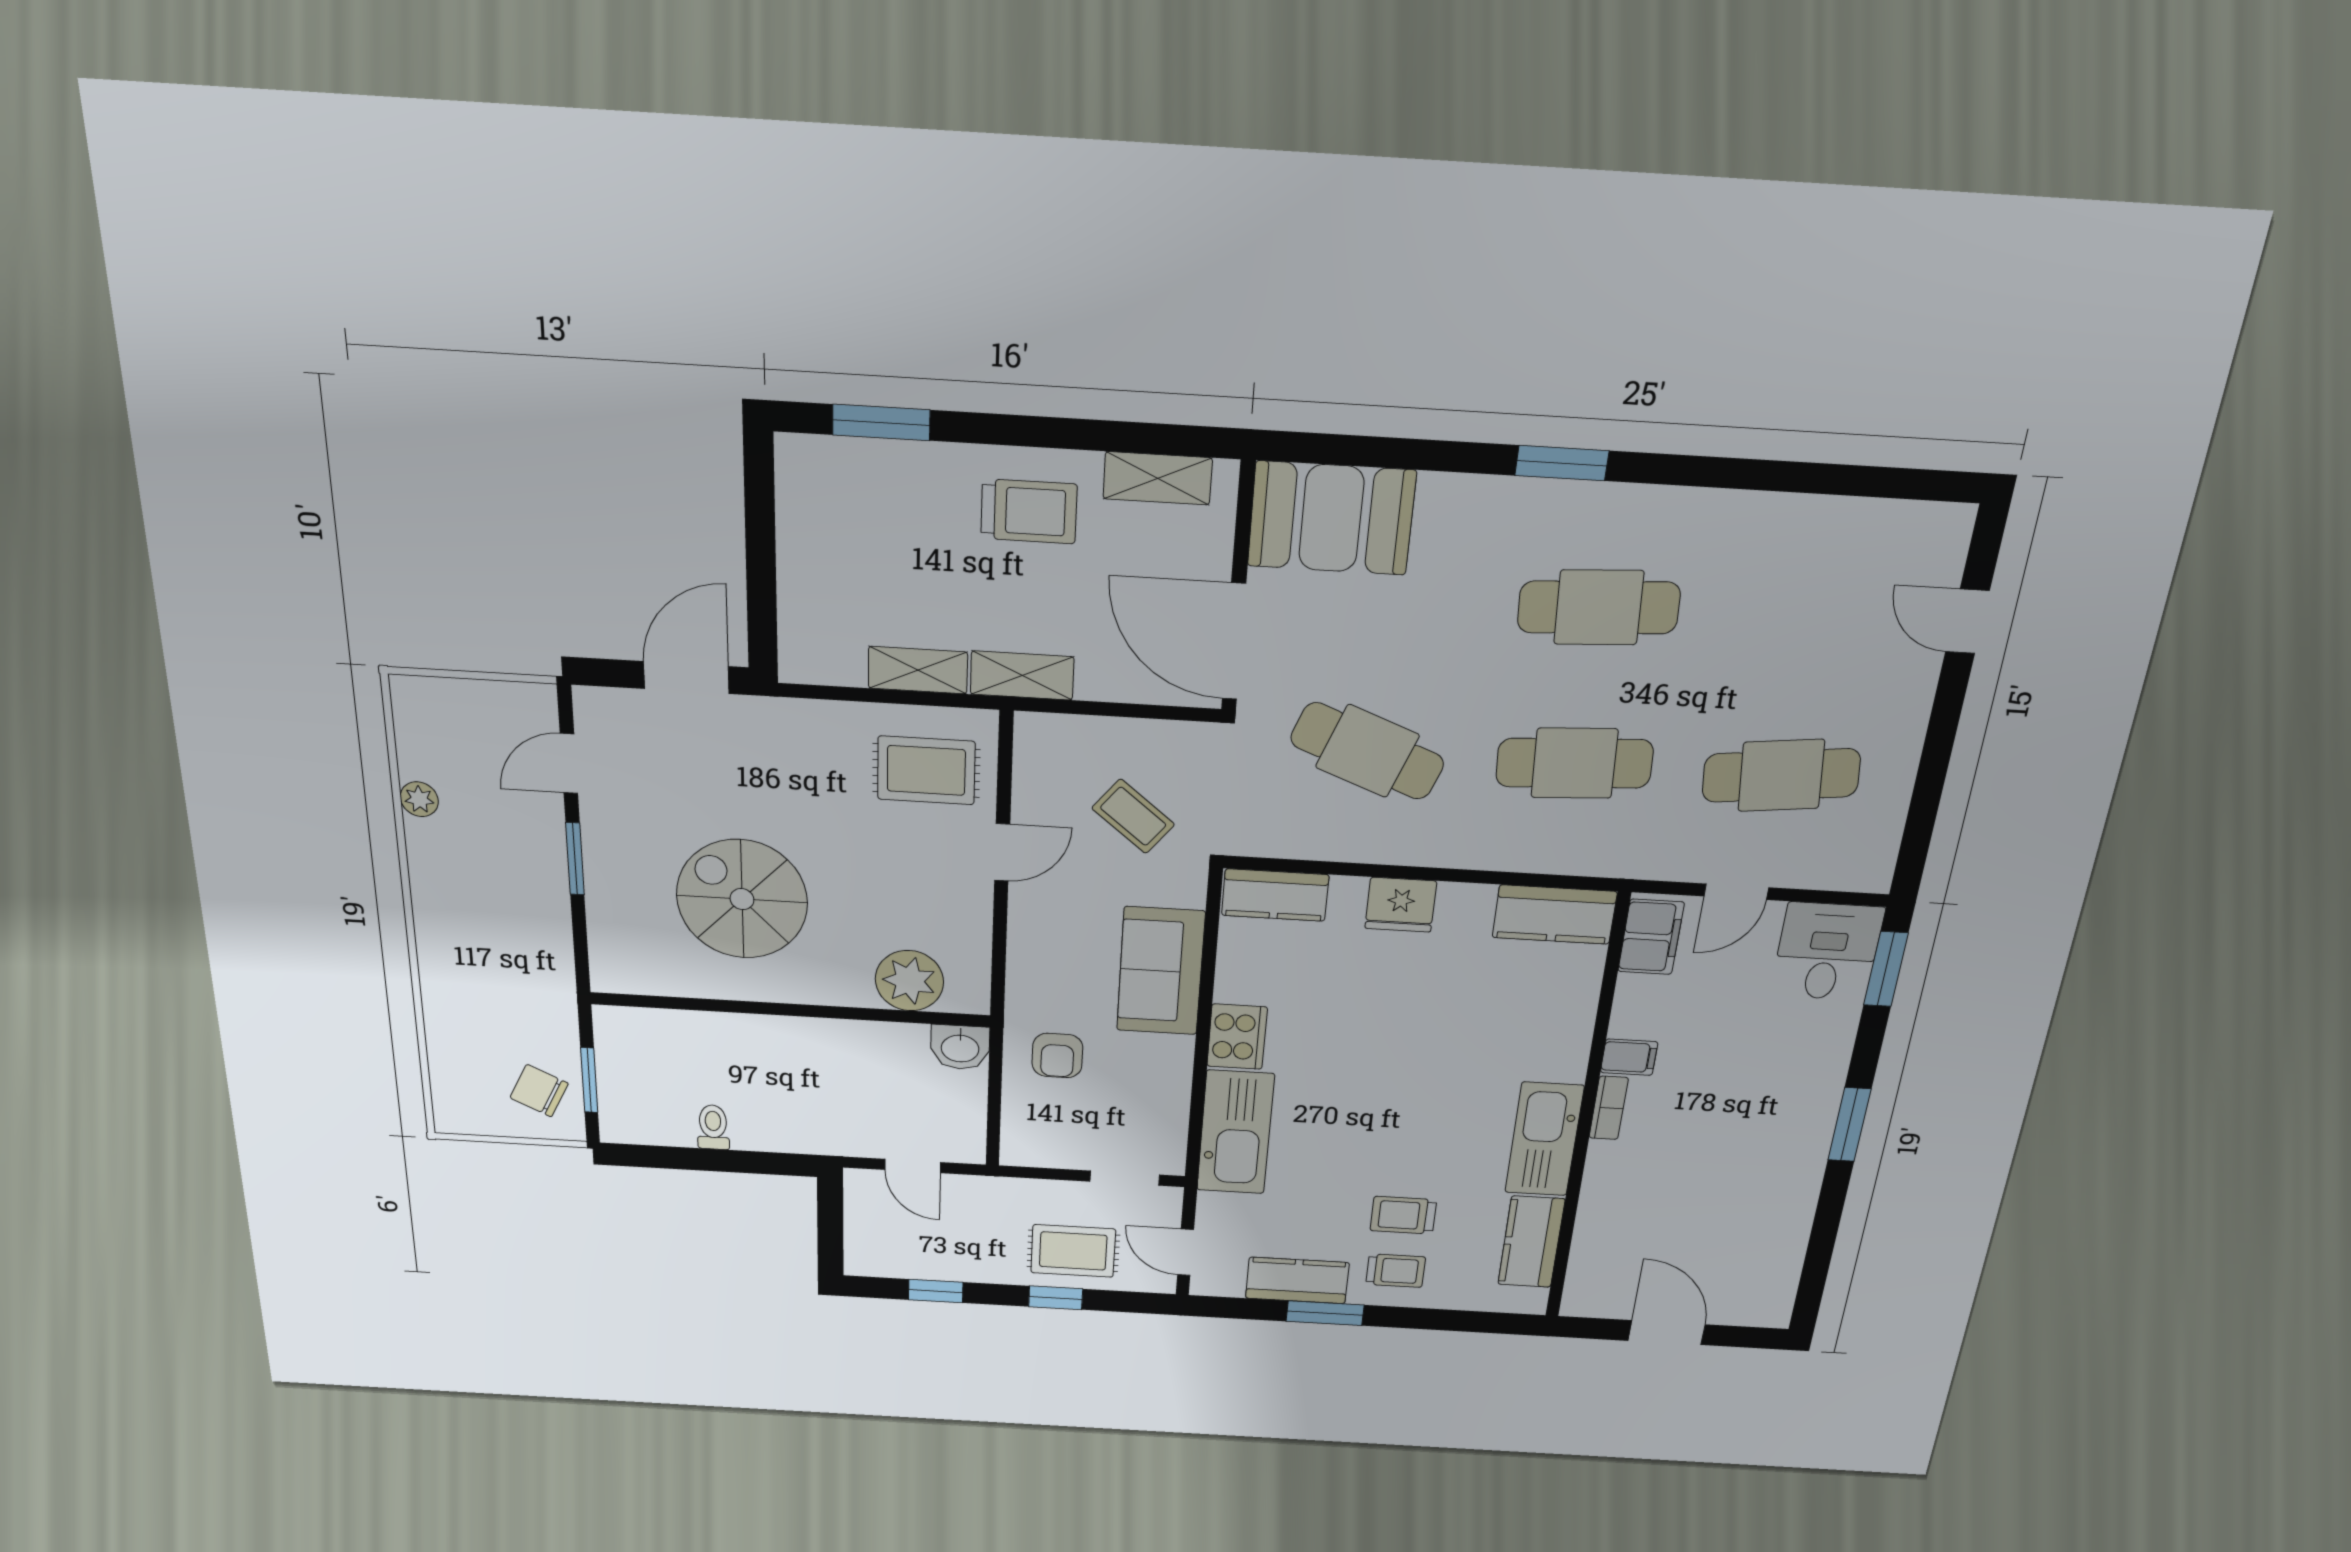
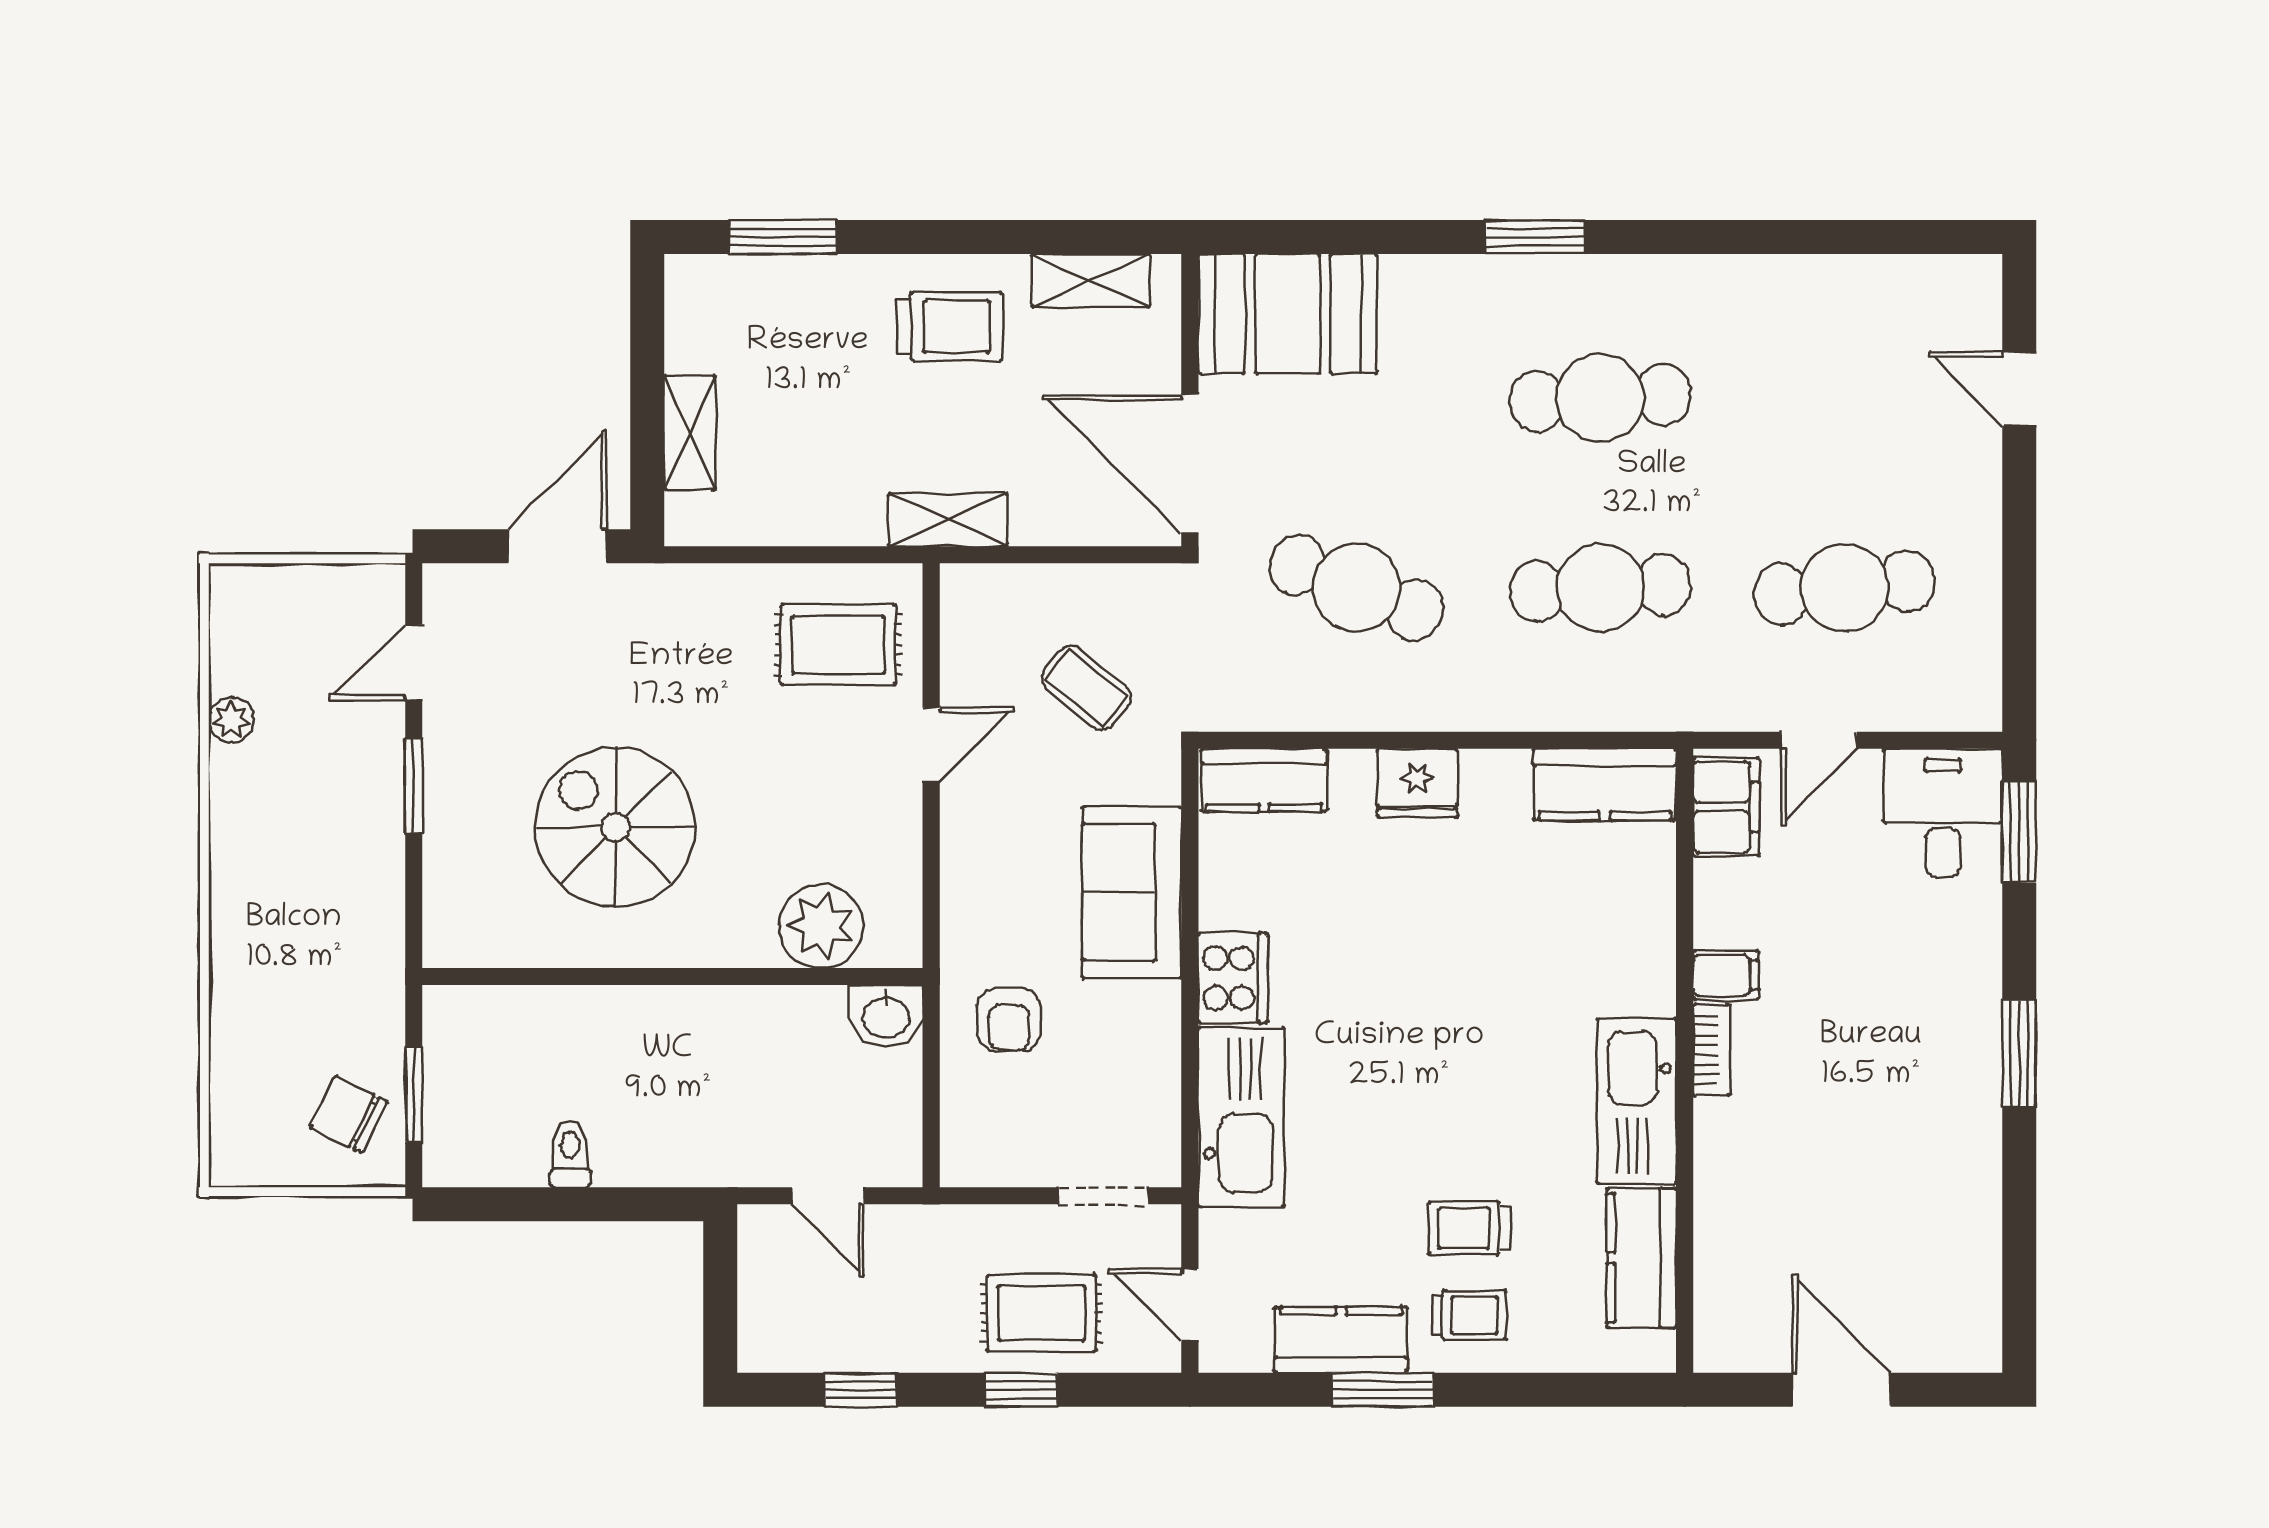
shelving: (918, 670) -> (690, 433), moved, turned 90

